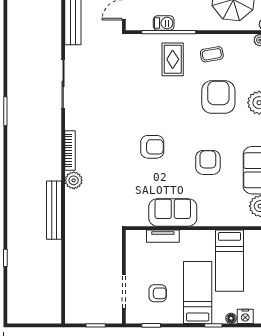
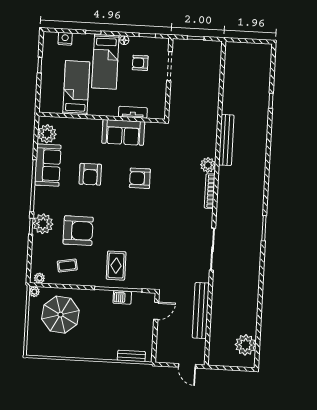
coffee table: (212, 54) -> (67, 265), moved
armchair: (218, 97) -> (78, 231), turned -90
armchair: (152, 147) -> (140, 178), moved
floor lamp: (231, 318) -> (124, 40), moved

